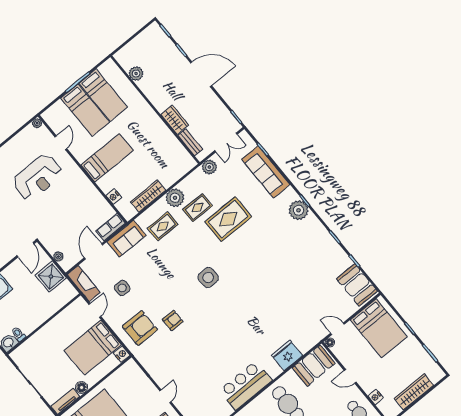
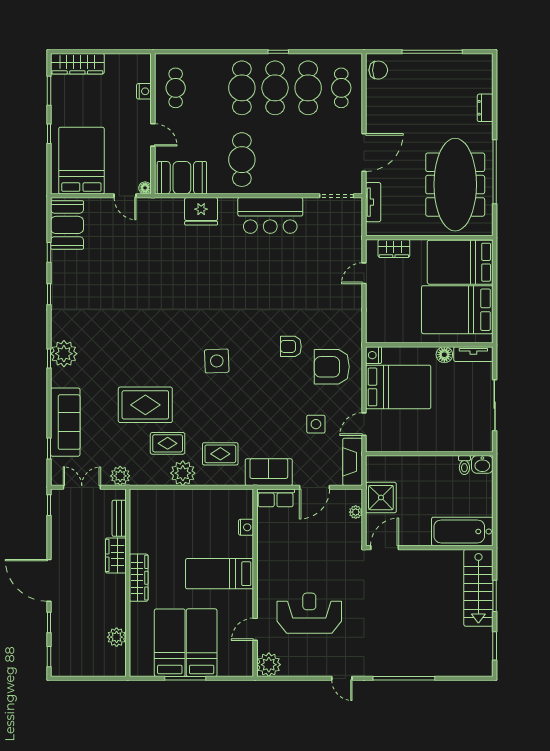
plant: (37, 123) -> (269, 665), width x1.87, depth x1.87
wardrobe: (148, 196) -> (139, 578), moved, turned -90
wardrobe: (414, 392) -> (77, 64), moved

